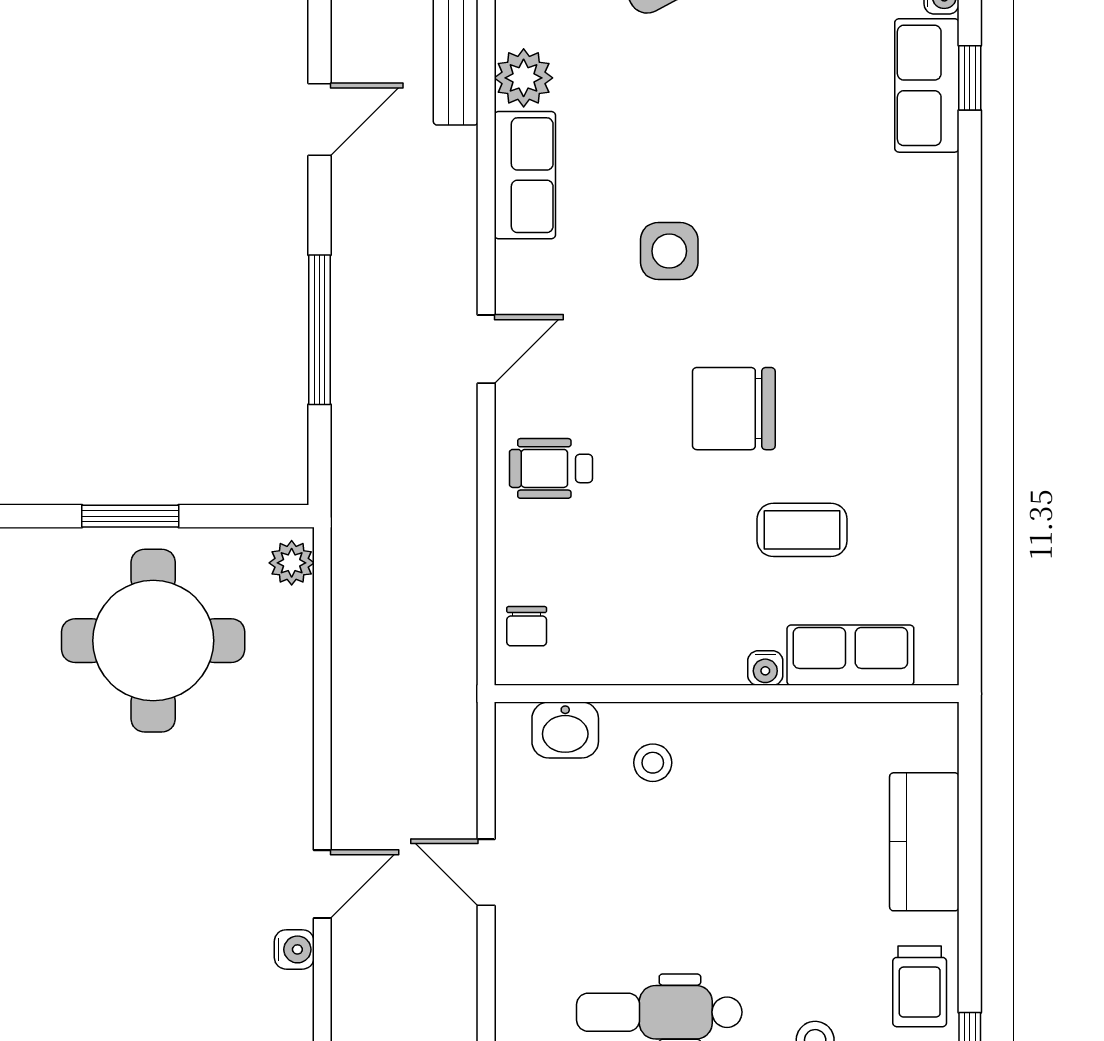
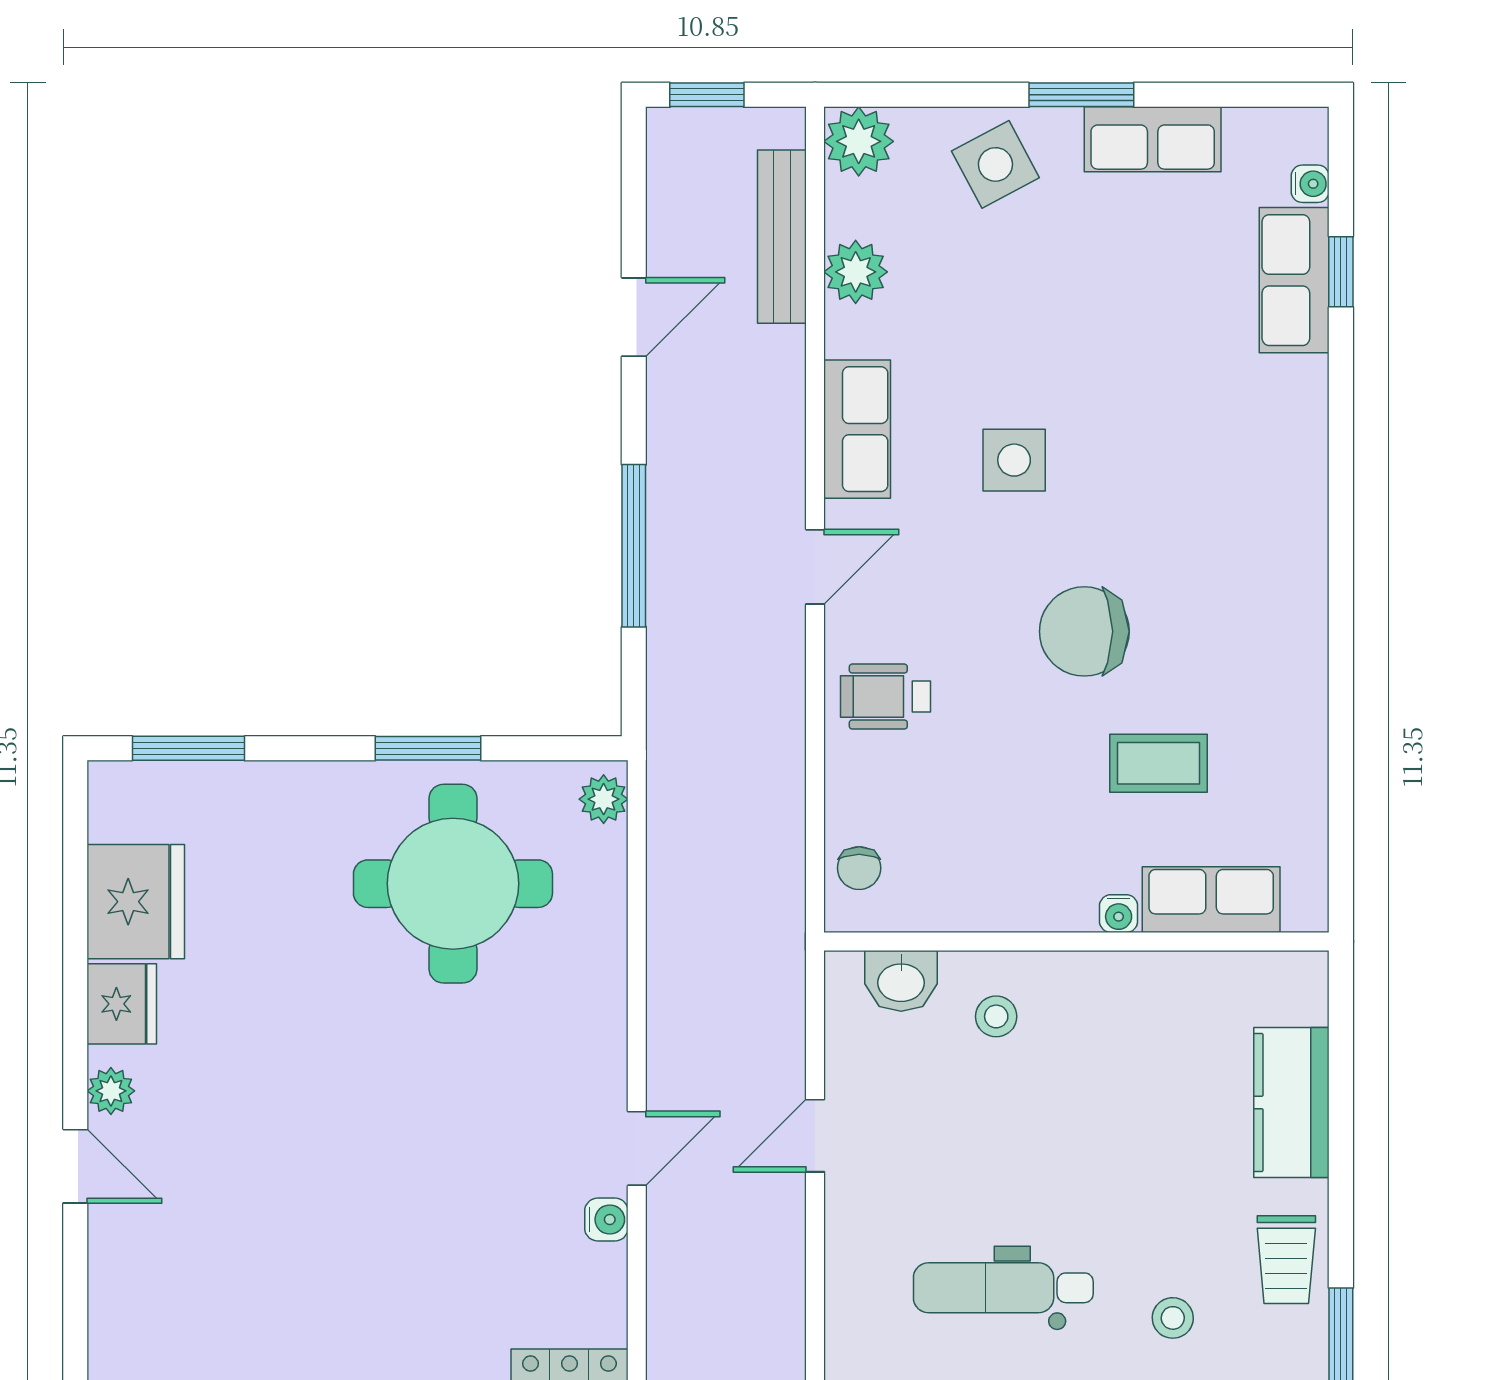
row of seats: (525, 175) -> (857, 429), moved
door: (486, 872) -> (815, 1136), hinge flipped

